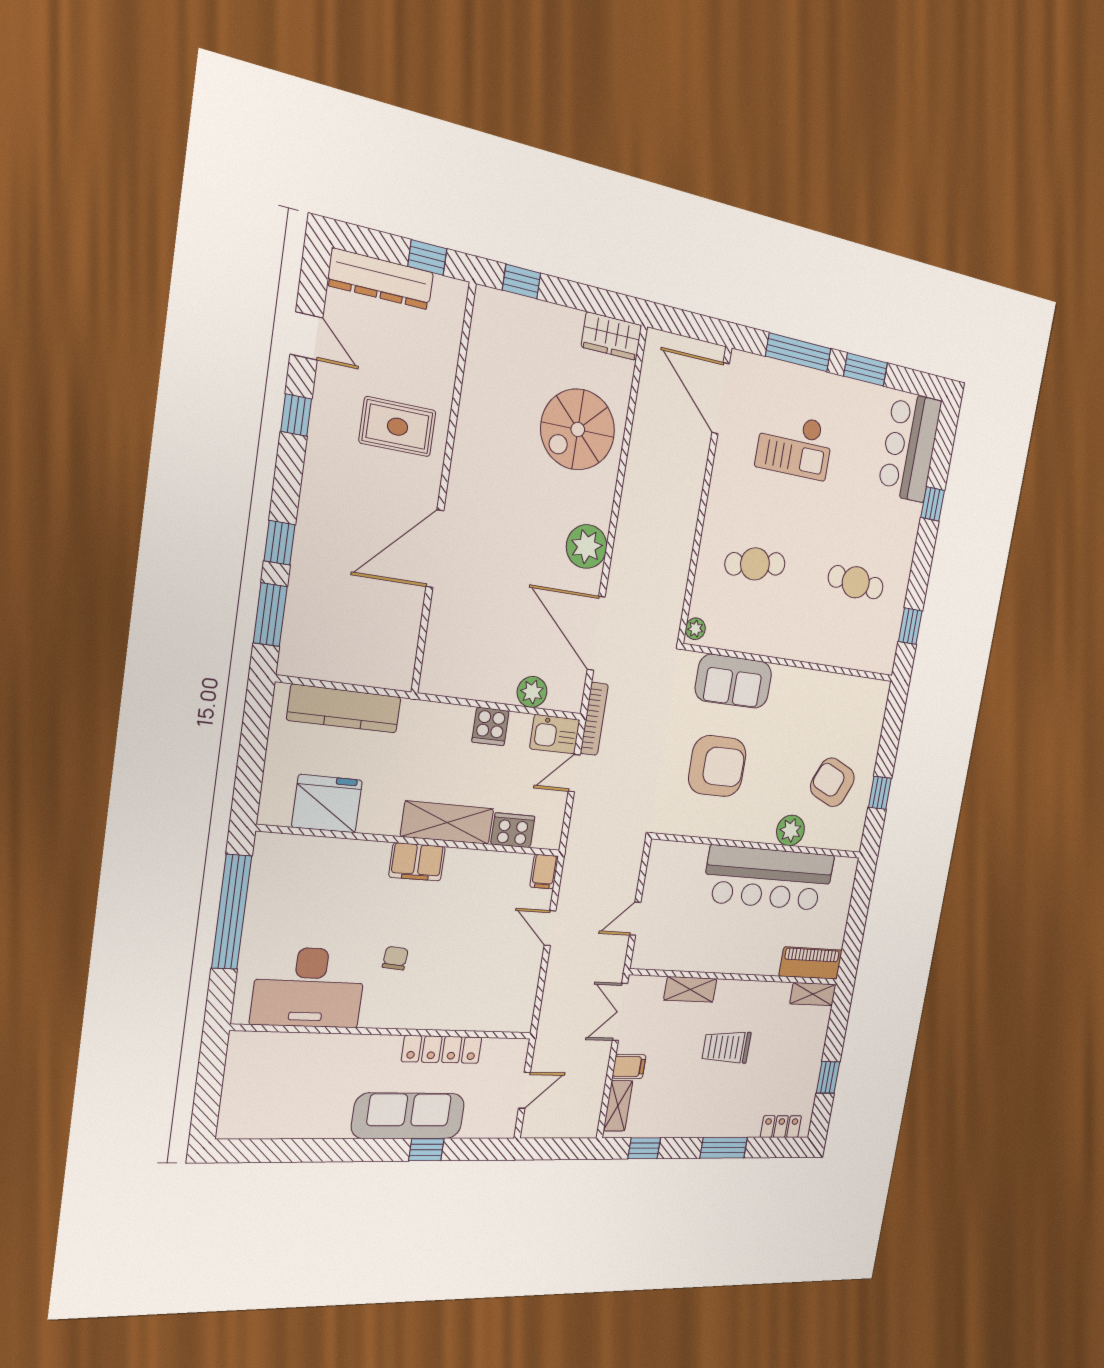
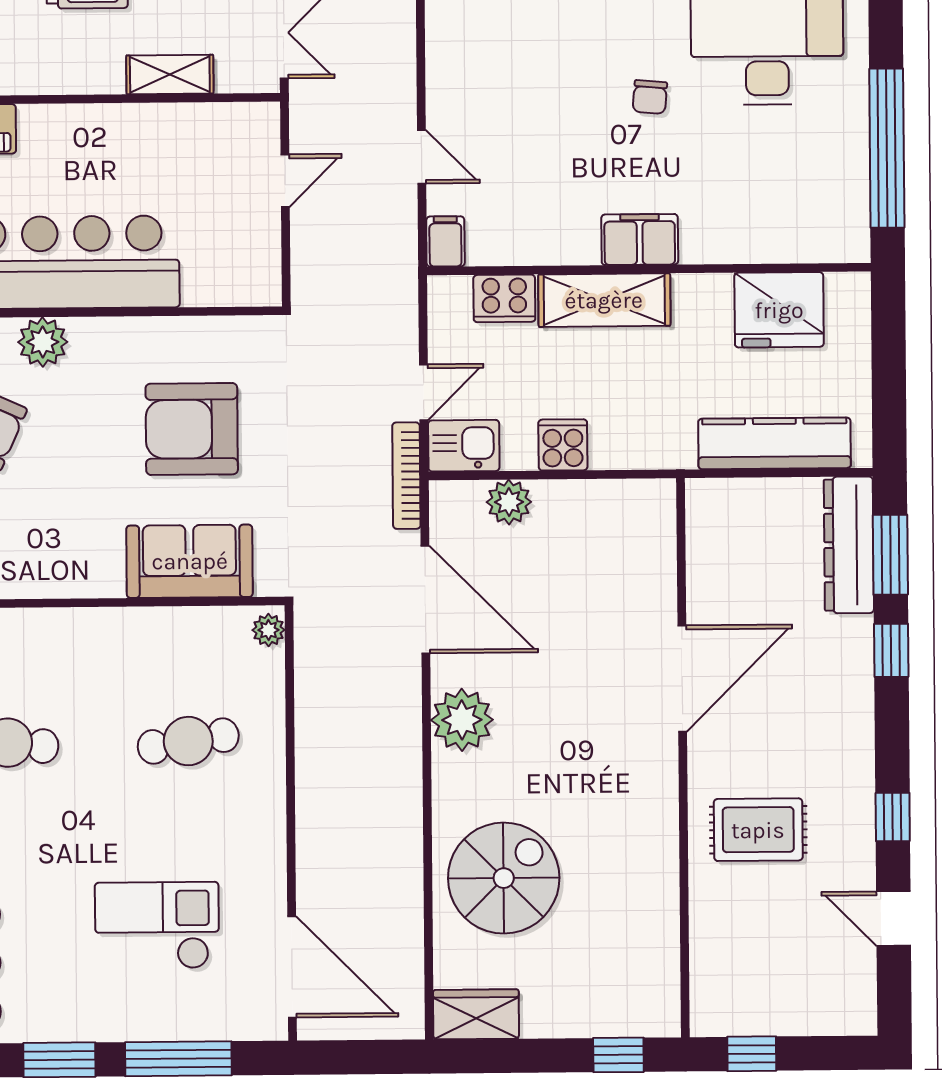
dresser: (381, 279) -> (849, 545), moved, turned -90

